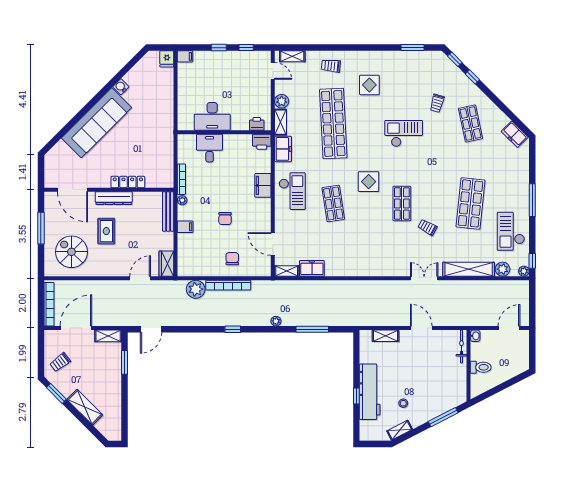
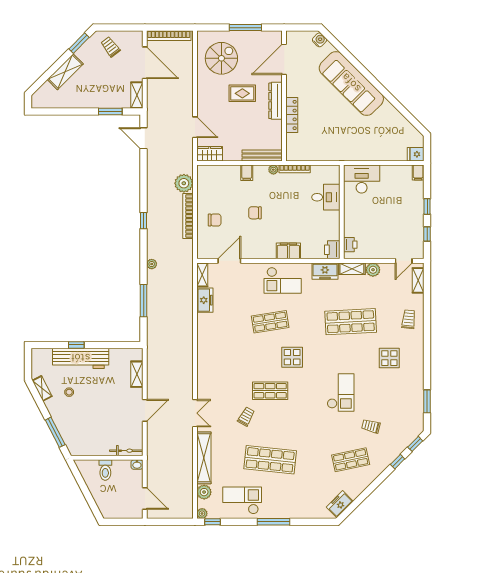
water cooler: (121, 87) -> (319, 40), moved
desk: (212, 116) -> (362, 179), moved, turned 90
shop shelf: (333, 123) -> (351, 322), width x0.71

